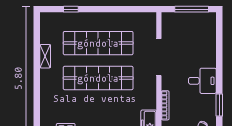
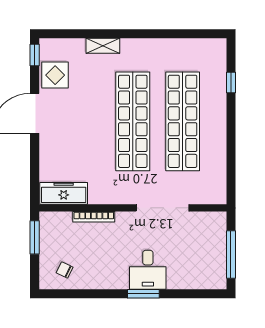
shelving: (45, 56) -> (103, 46), moved
desk: (202, 81) -> (148, 270), moved
window: (219, 105) -> (143, 294), moved

